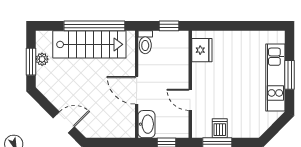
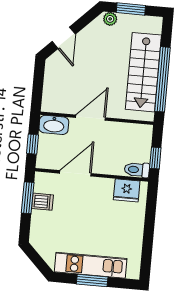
toilet: (145, 42) -> (137, 170), moved
plant: (42, 59) -> (110, 19), moved
door: (190, 100) -> (75, 173), width x1.38

